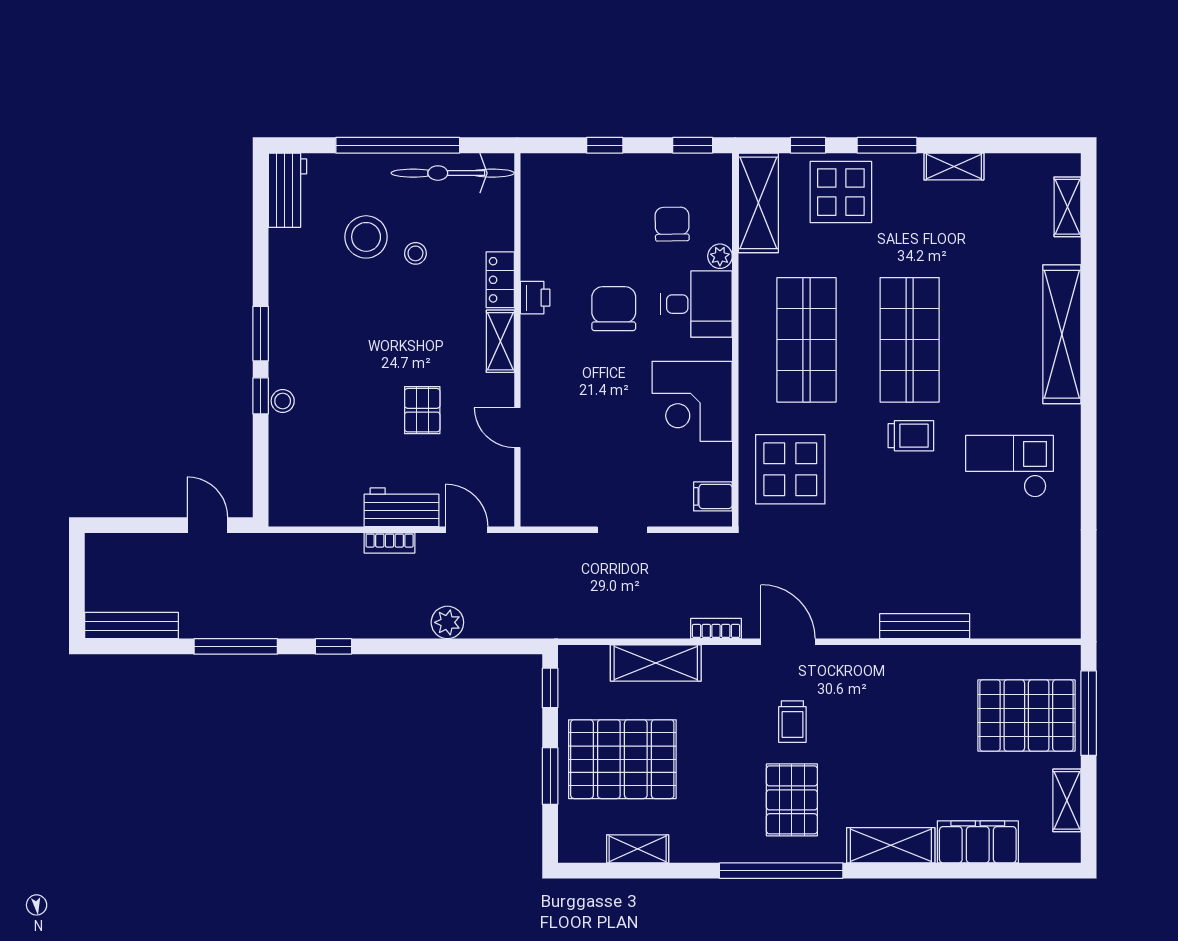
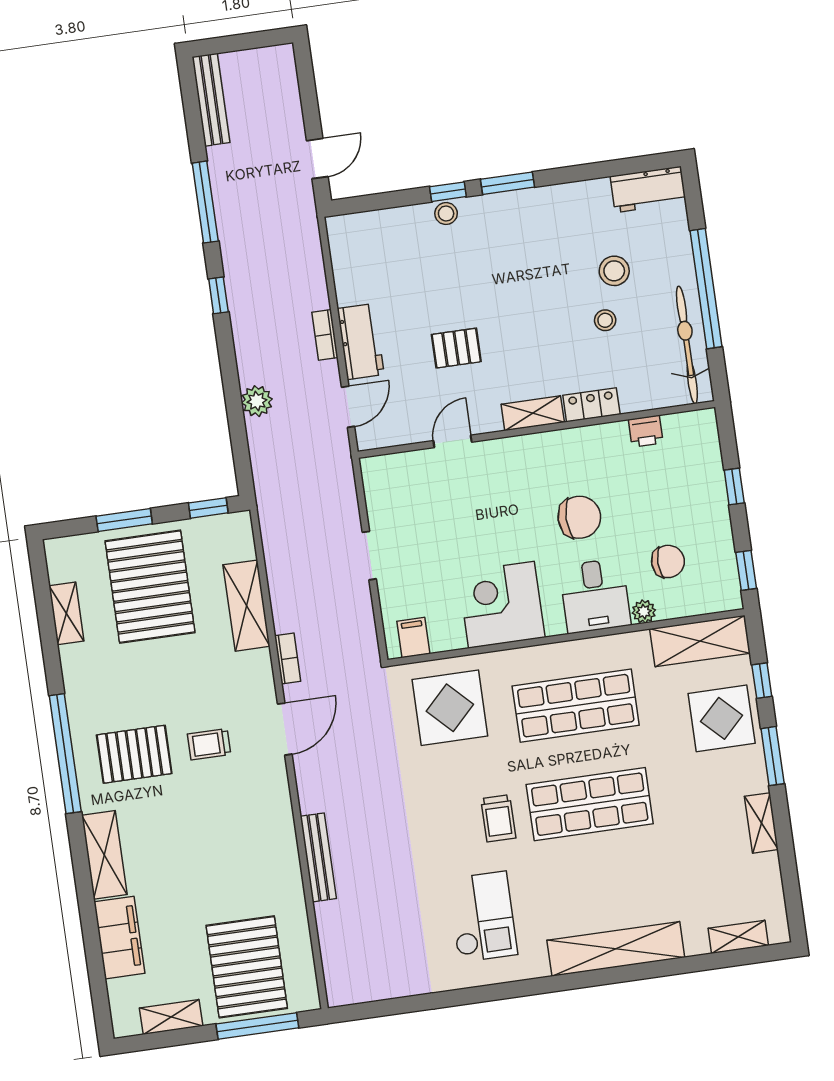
stool: (366, 237) -> (614, 271), width x0.73, depth x0.73
printer: (535, 298) -> (646, 431), moved

